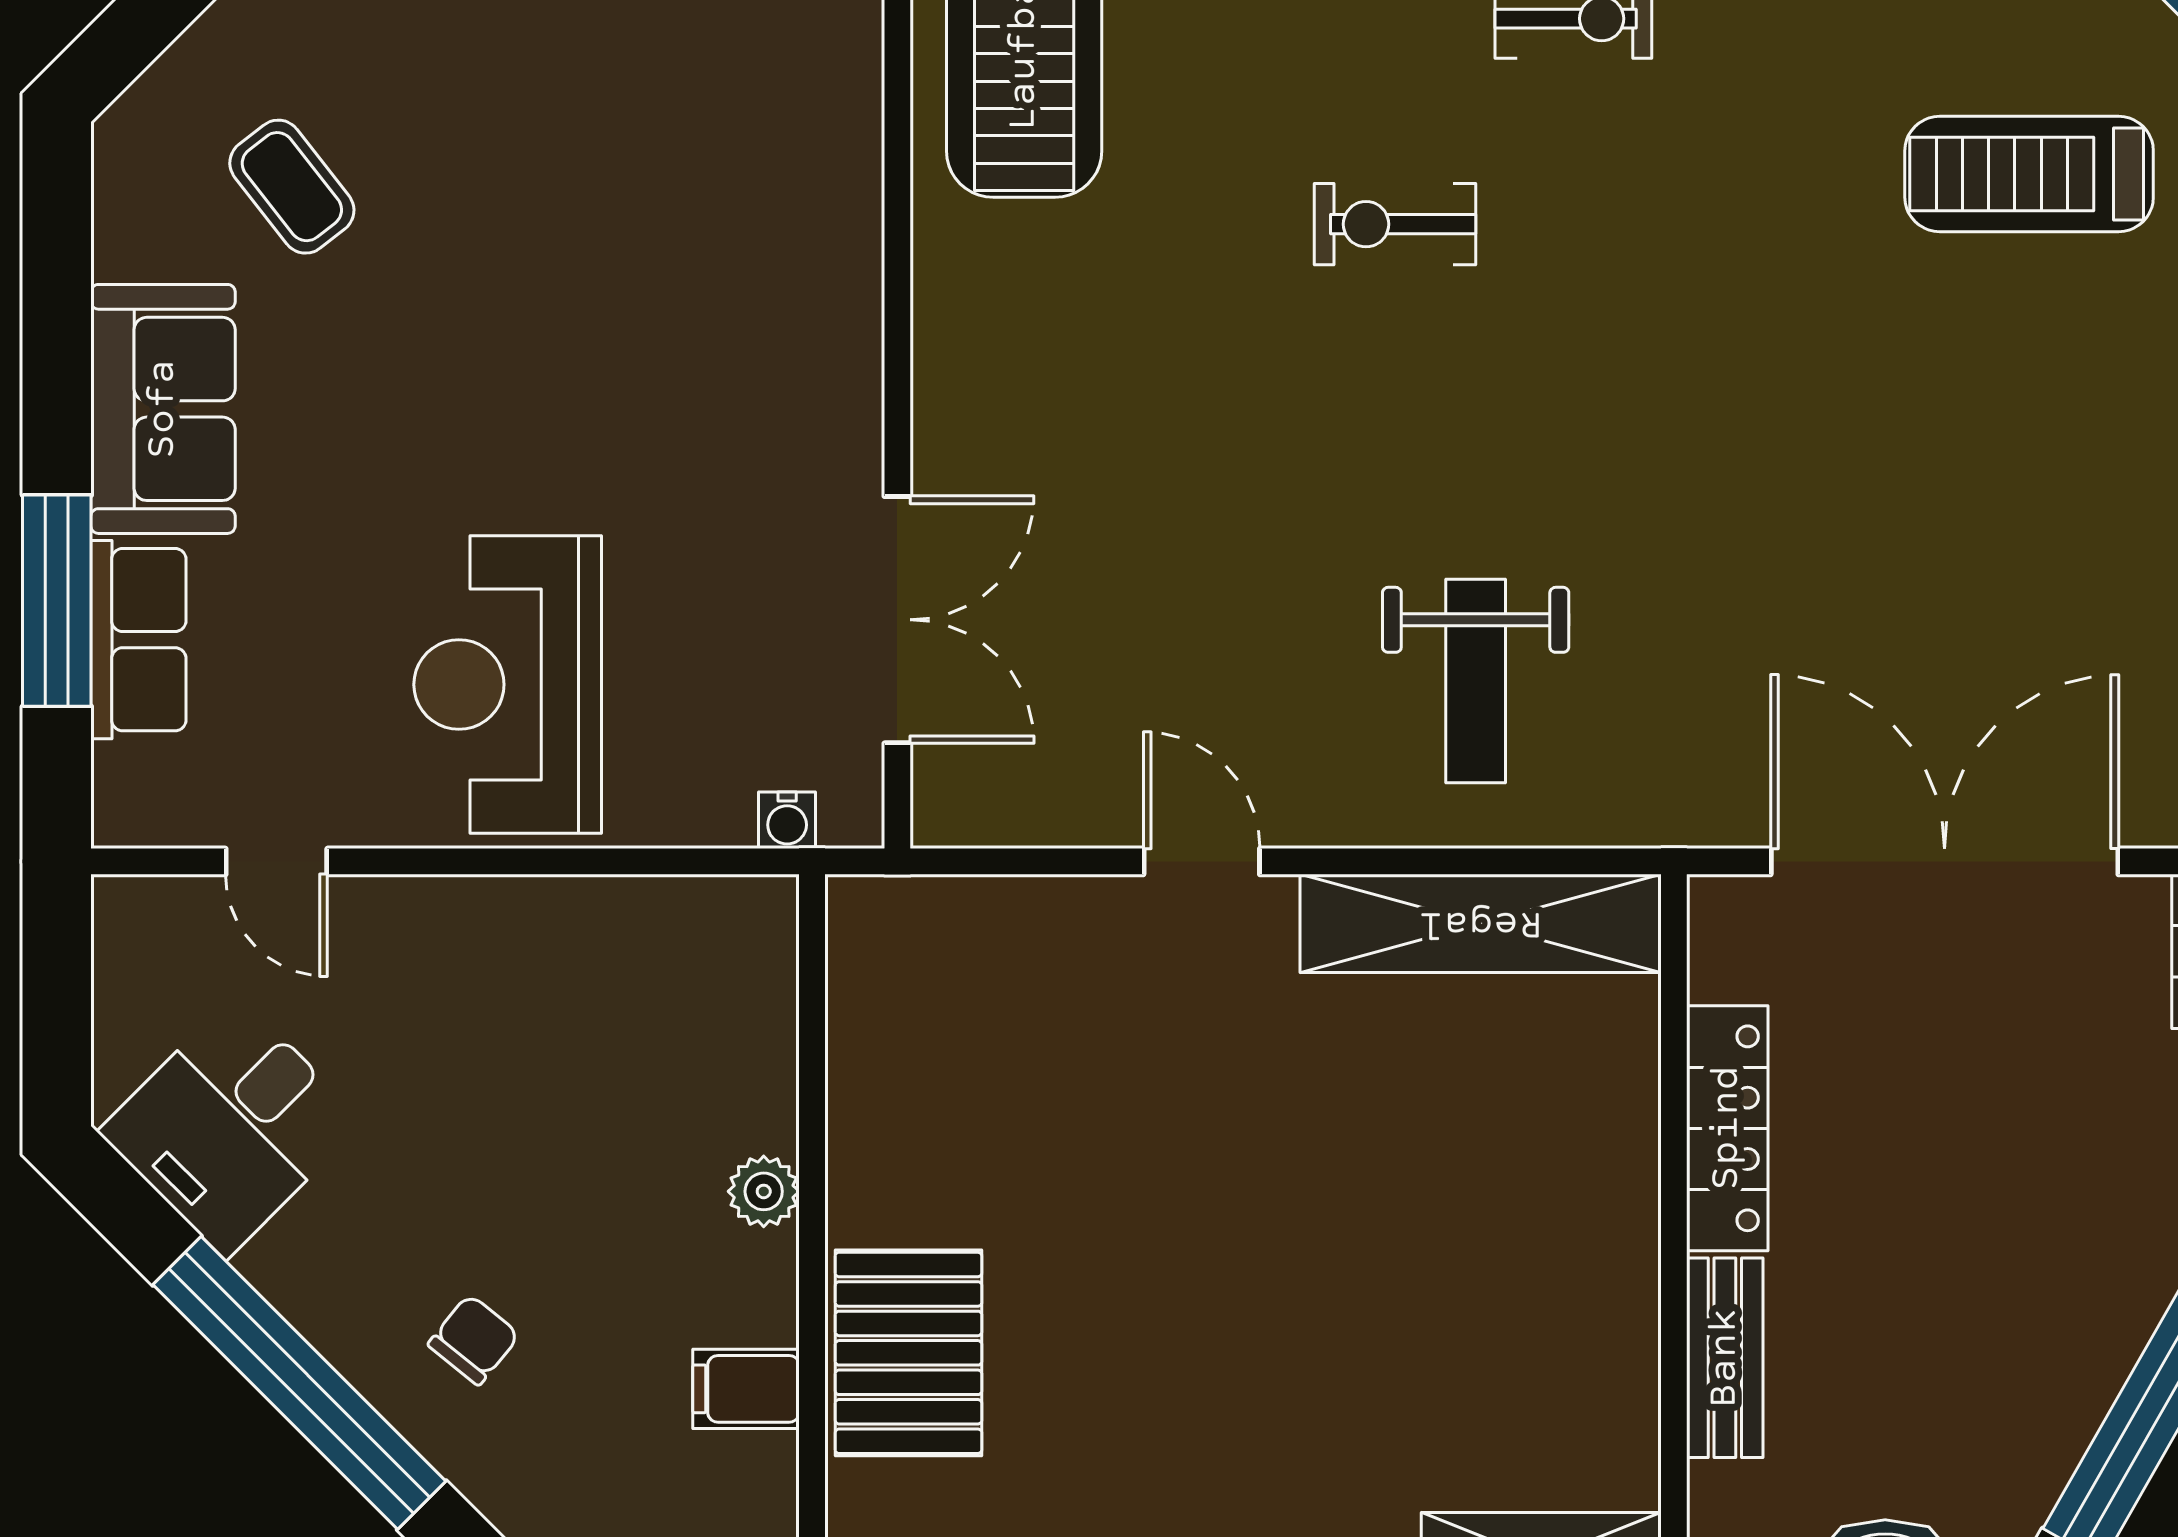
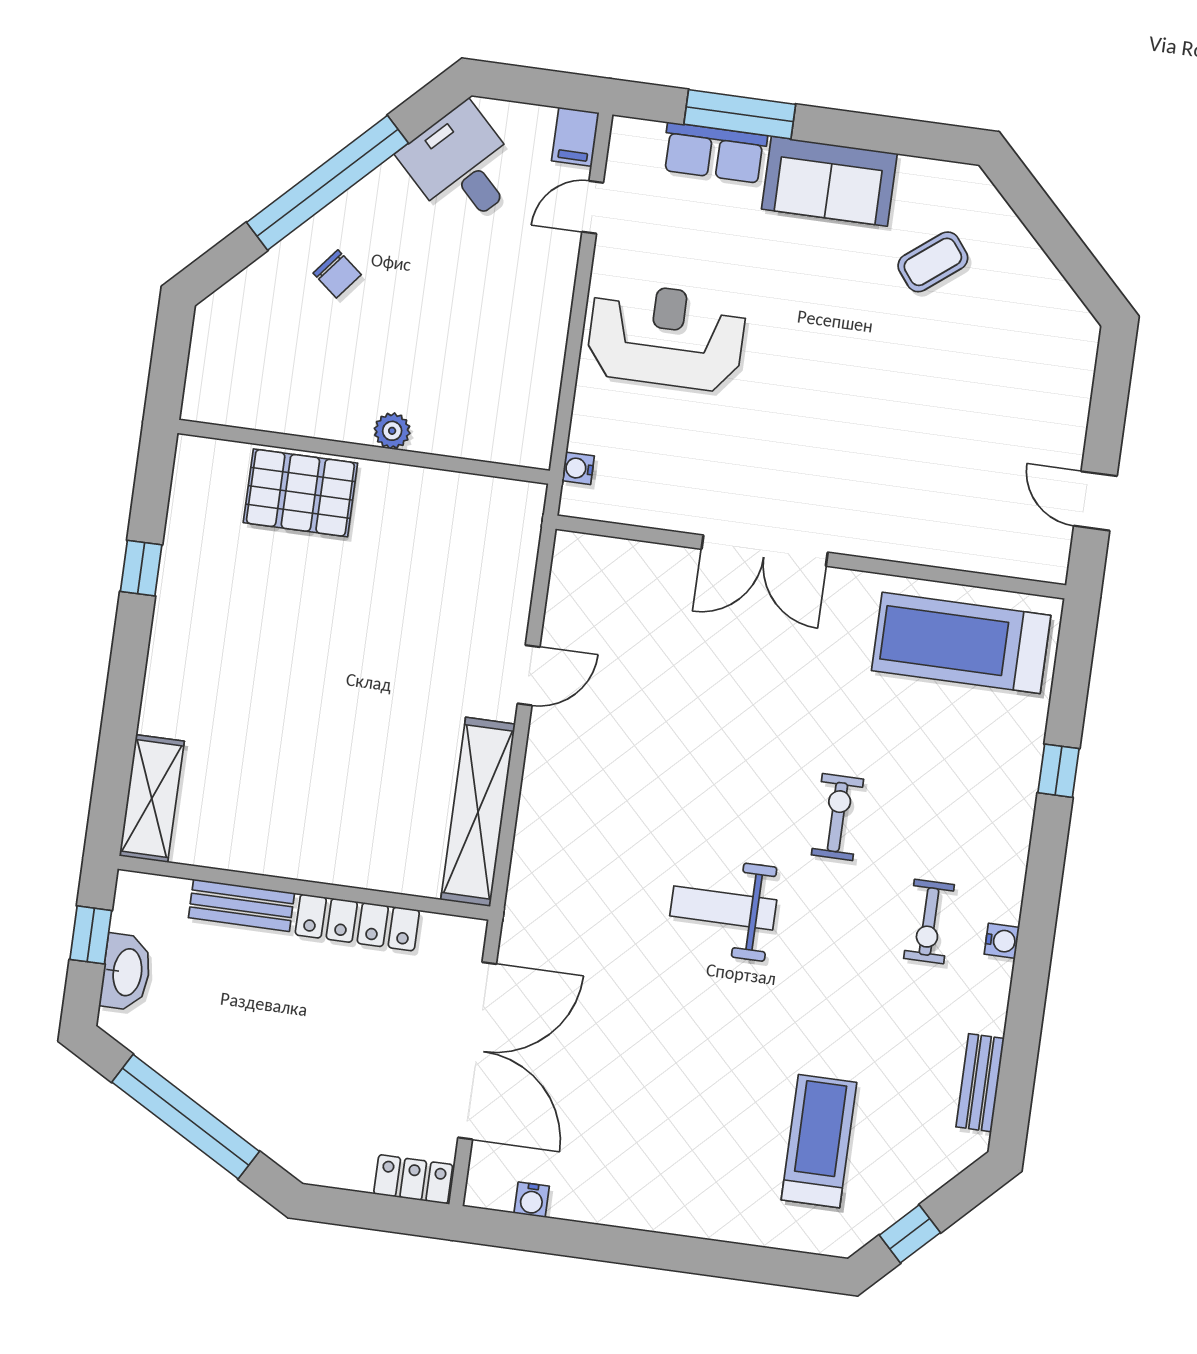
double door: (897, 620) -> (765, 551), moved
weight bench: (1476, 681) -> (723, 908), moved
filing cabinet: (746, 1389) -> (575, 137), moved, turned 180

